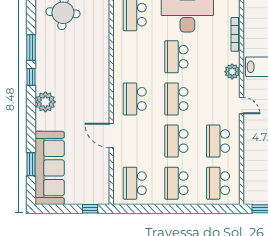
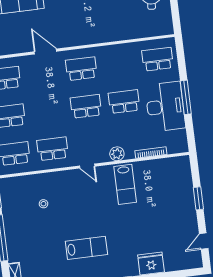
door: (242, 106) -> (87, 166), hinge flipped
door: (111, 136) -> (45, 52), hinge flipped
school desk: (176, 141) -> (48, 111), removed

